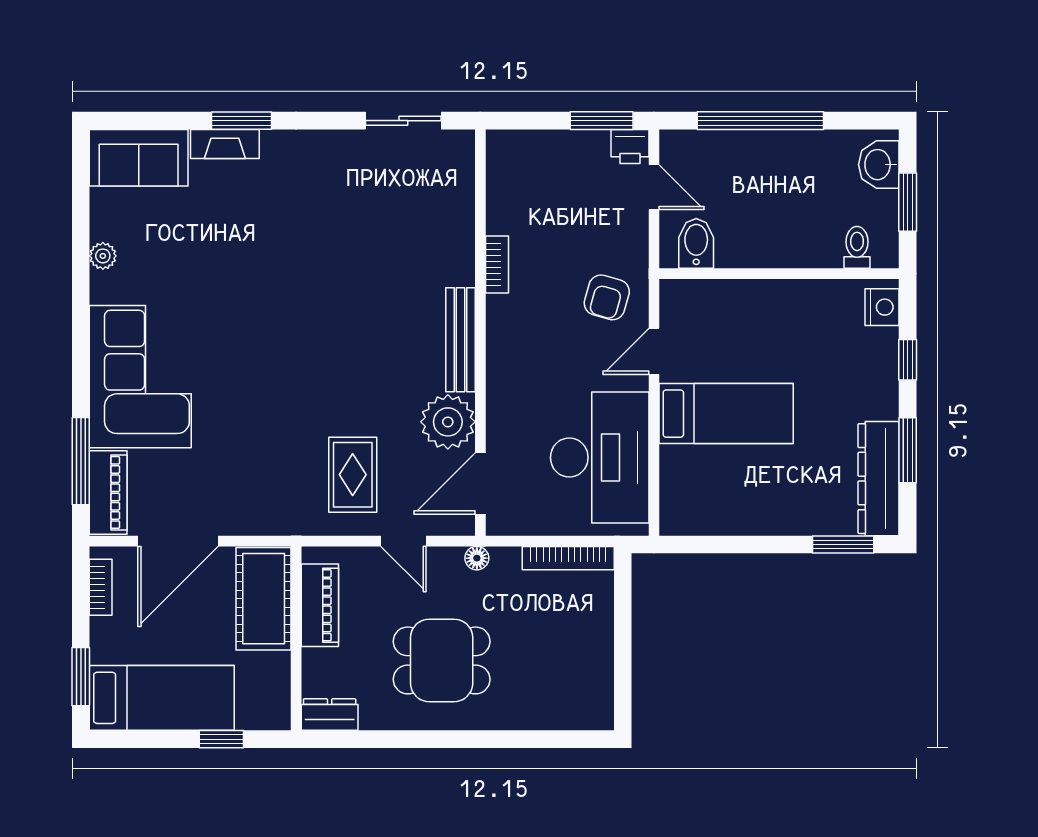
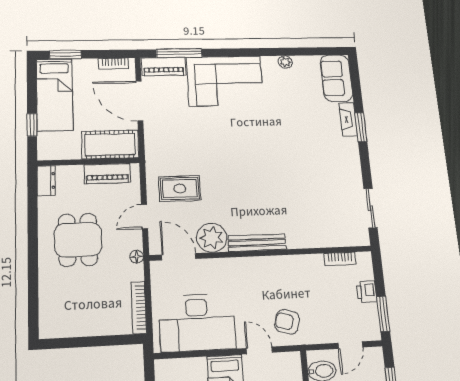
printer: (630, 147) -> (367, 292), moved
bookcase: (497, 265) -> (340, 259), moved

